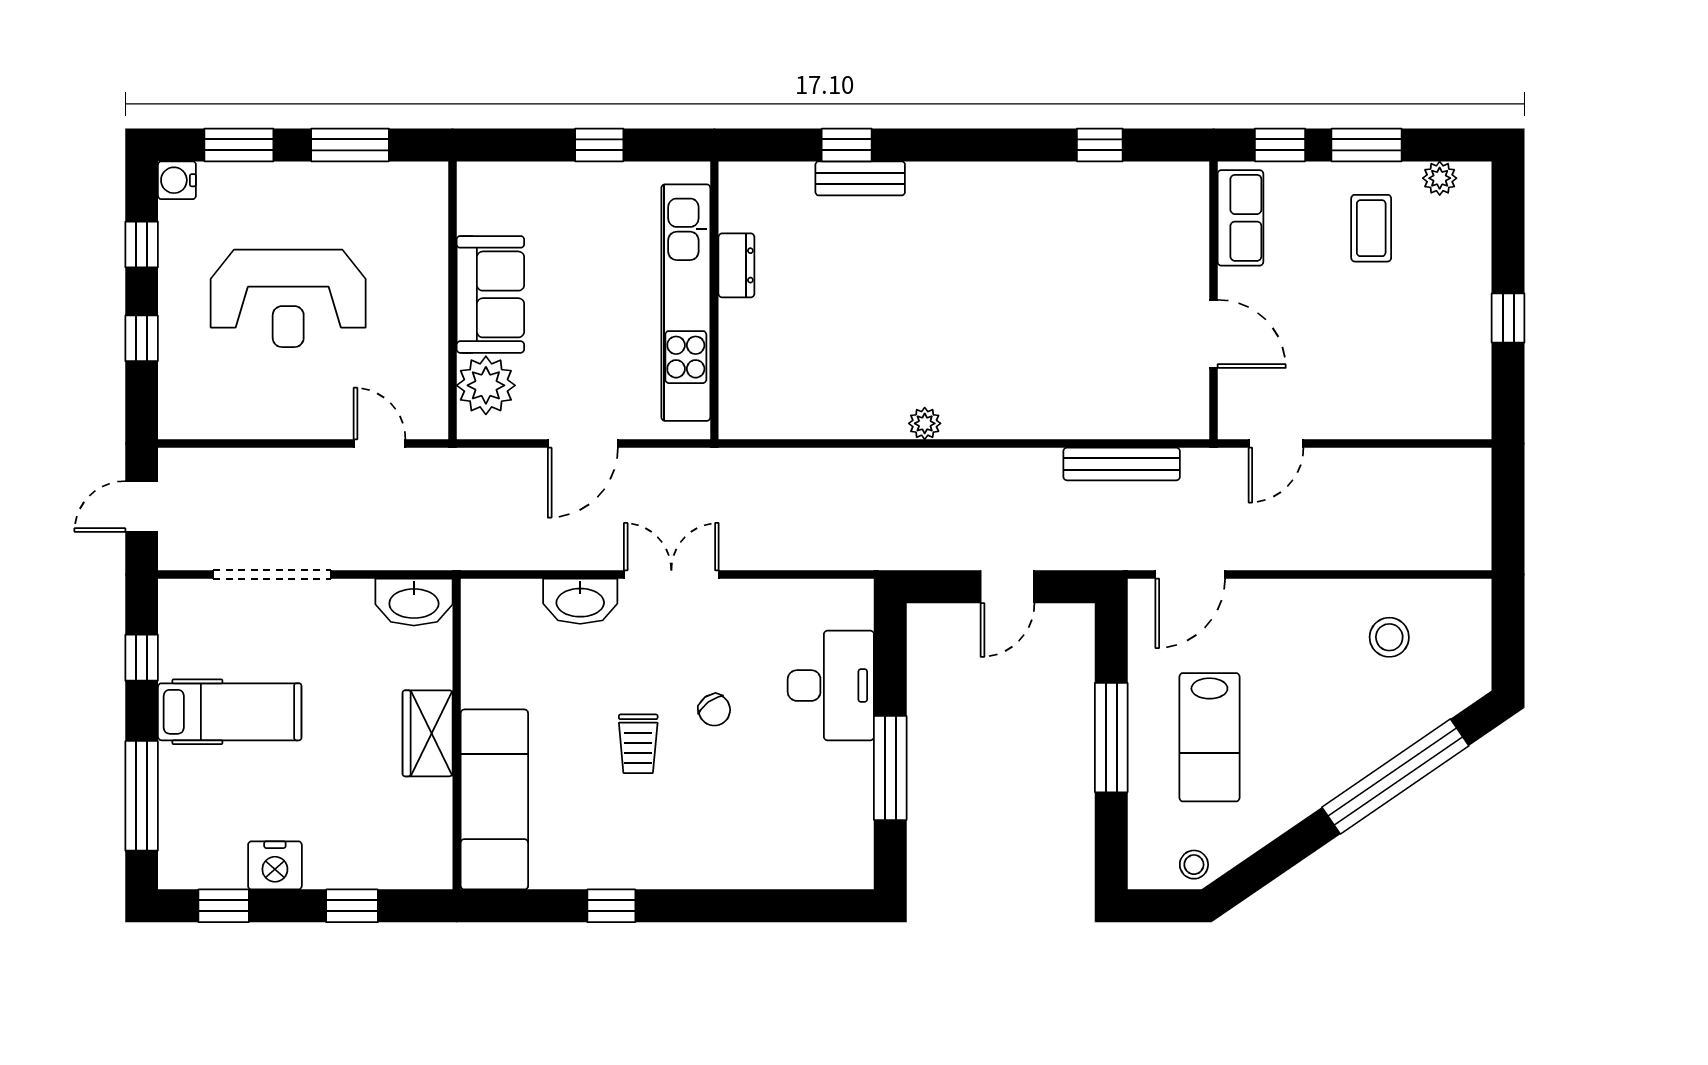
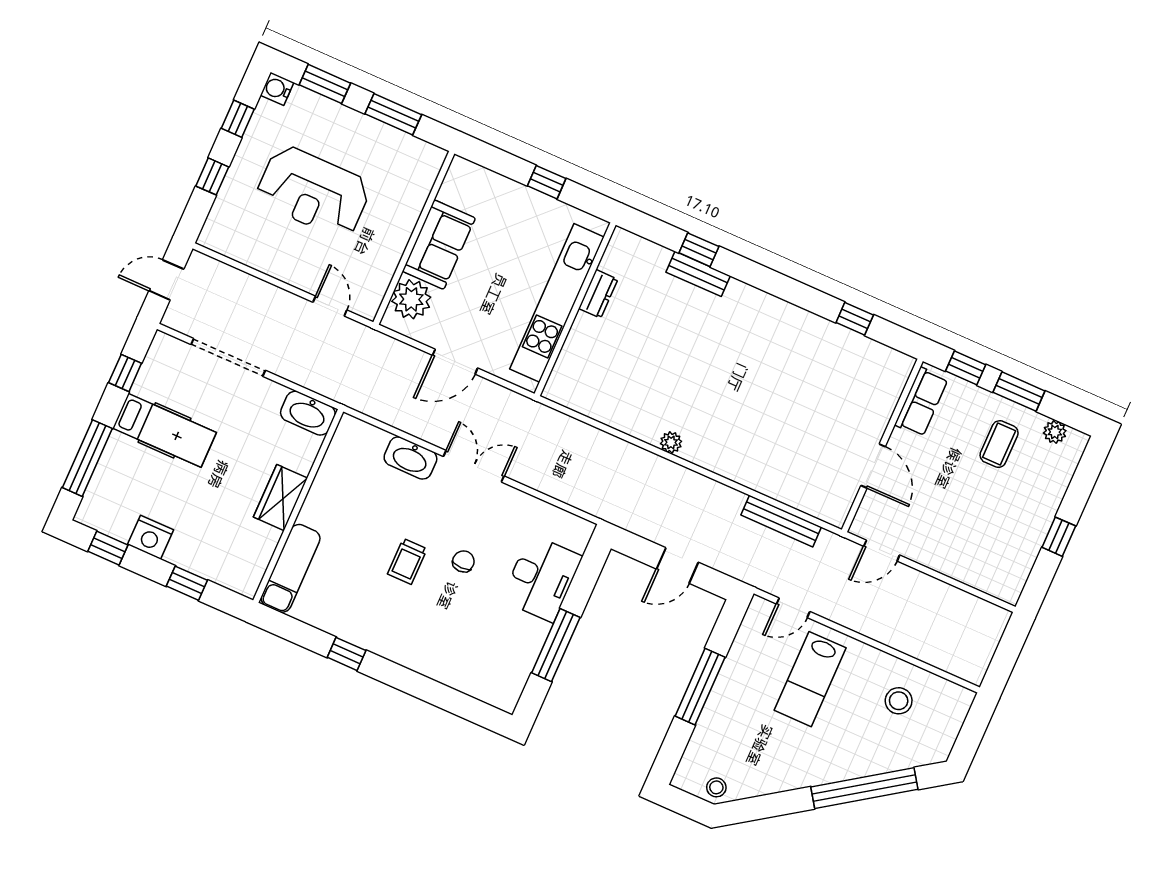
door: (1190, 574) -> (793, 608), width x0.73
chair: (714, 710) -> (463, 561), turned -144
lab bench: (1209, 737) -> (810, 679), moved
exam couch: (494, 799) -> (291, 568), width x0.73, depth x0.69

